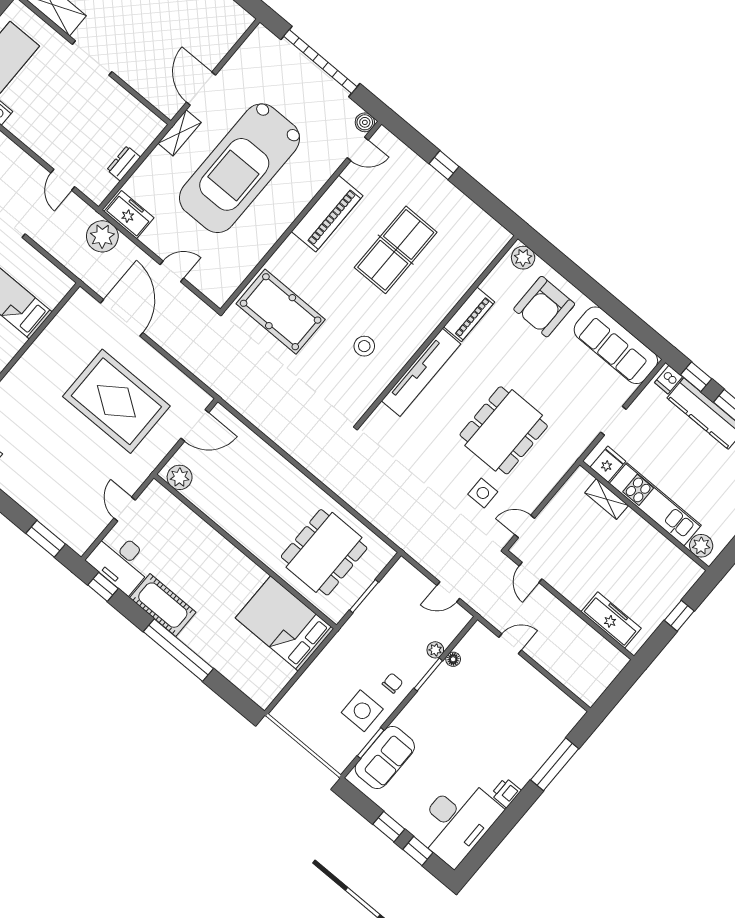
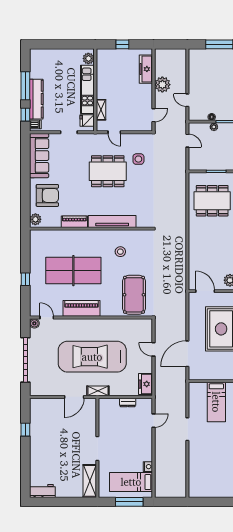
car: (240, 168) -> (92, 357), turned 180
plant: (102, 236) -> (162, 85), moved
table tennis table: (396, 250) -> (73, 271), width x1.36, depth x1.32
door: (525, 527) -> (114, 132), moved

